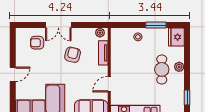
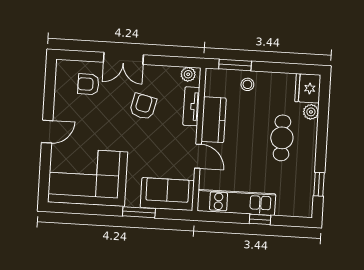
window: (156, 25) -> (235, 65), moved
kitchen counter: (118, 60) -> (214, 120), added
plant: (179, 67) -> (311, 112), moved
door: (109, 84) -> (198, 156), swing flipped

